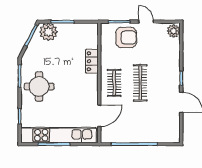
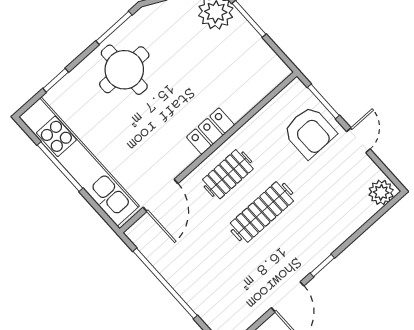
locker: (92, 61) -> (211, 131), moved
door: (99, 116) -> (160, 195), hinge flipped

